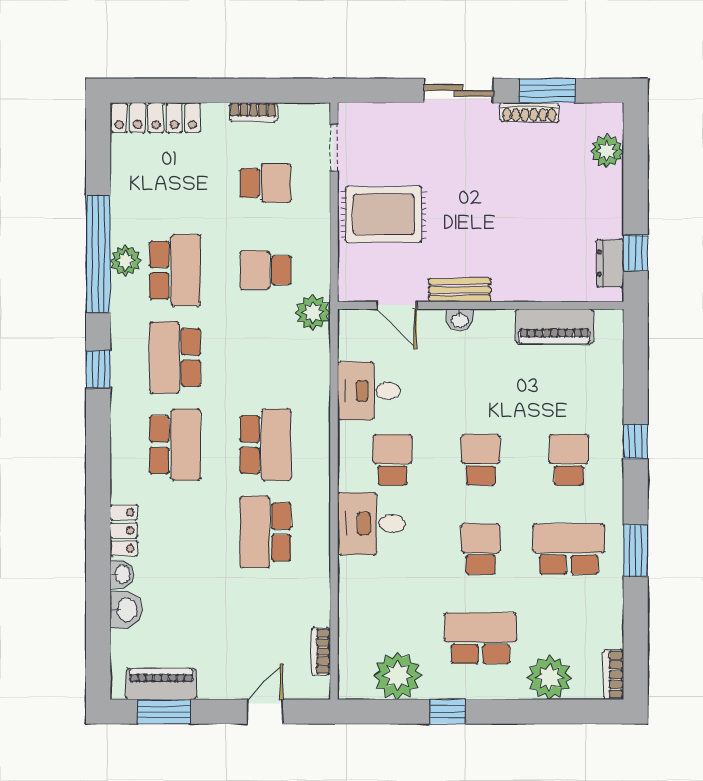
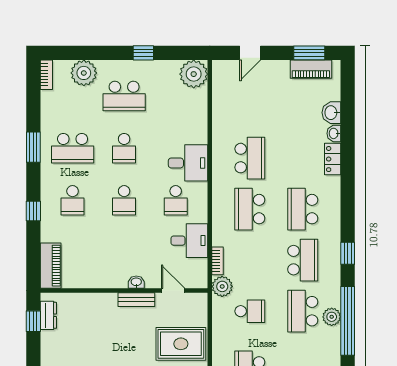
piano: (554, 326) -> (51, 266), moved, turned 90
bookcase: (321, 651) -> (218, 261), moved
plant: (398, 676) -> (194, 74), moved

